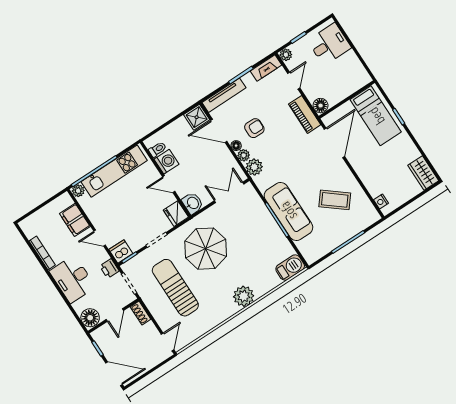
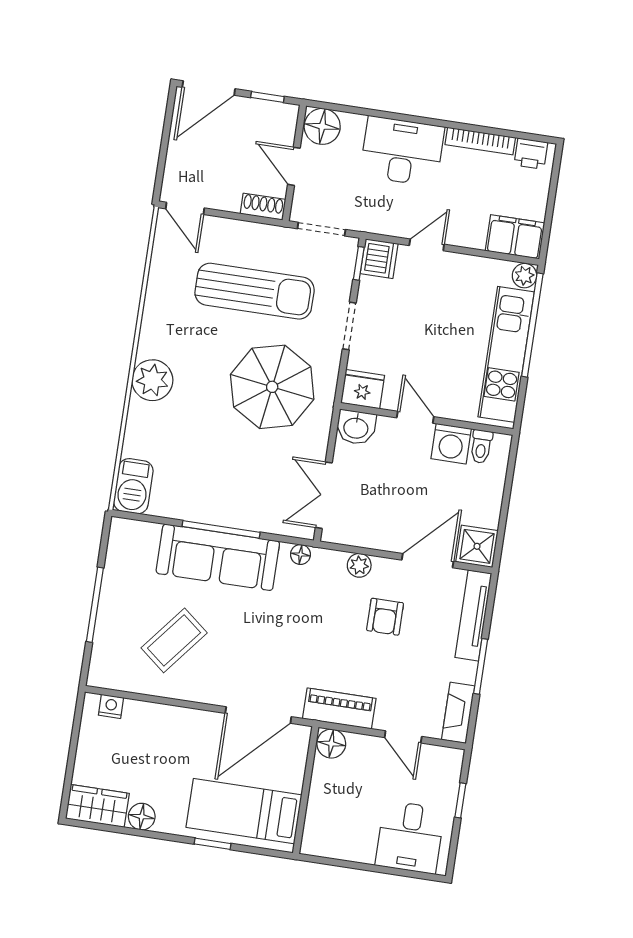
plant: (286, 55) -> (452, 759), removed
door: (334, 143) -> (258, 715), hinge flipped
floor lamp: (236, 146) -> (300, 554), moved
floor lamp: (412, 153) -> (142, 817), added
plant: (254, 167) -> (328, 565), removed
door: (169, 184) -> (415, 417), hinge flipped
double door: (229, 192) -> (324, 495), swing flipped
filing cabinet: (75, 220) -> (515, 237), moved
printer: (109, 268) -> (531, 154), moved, turned 180

